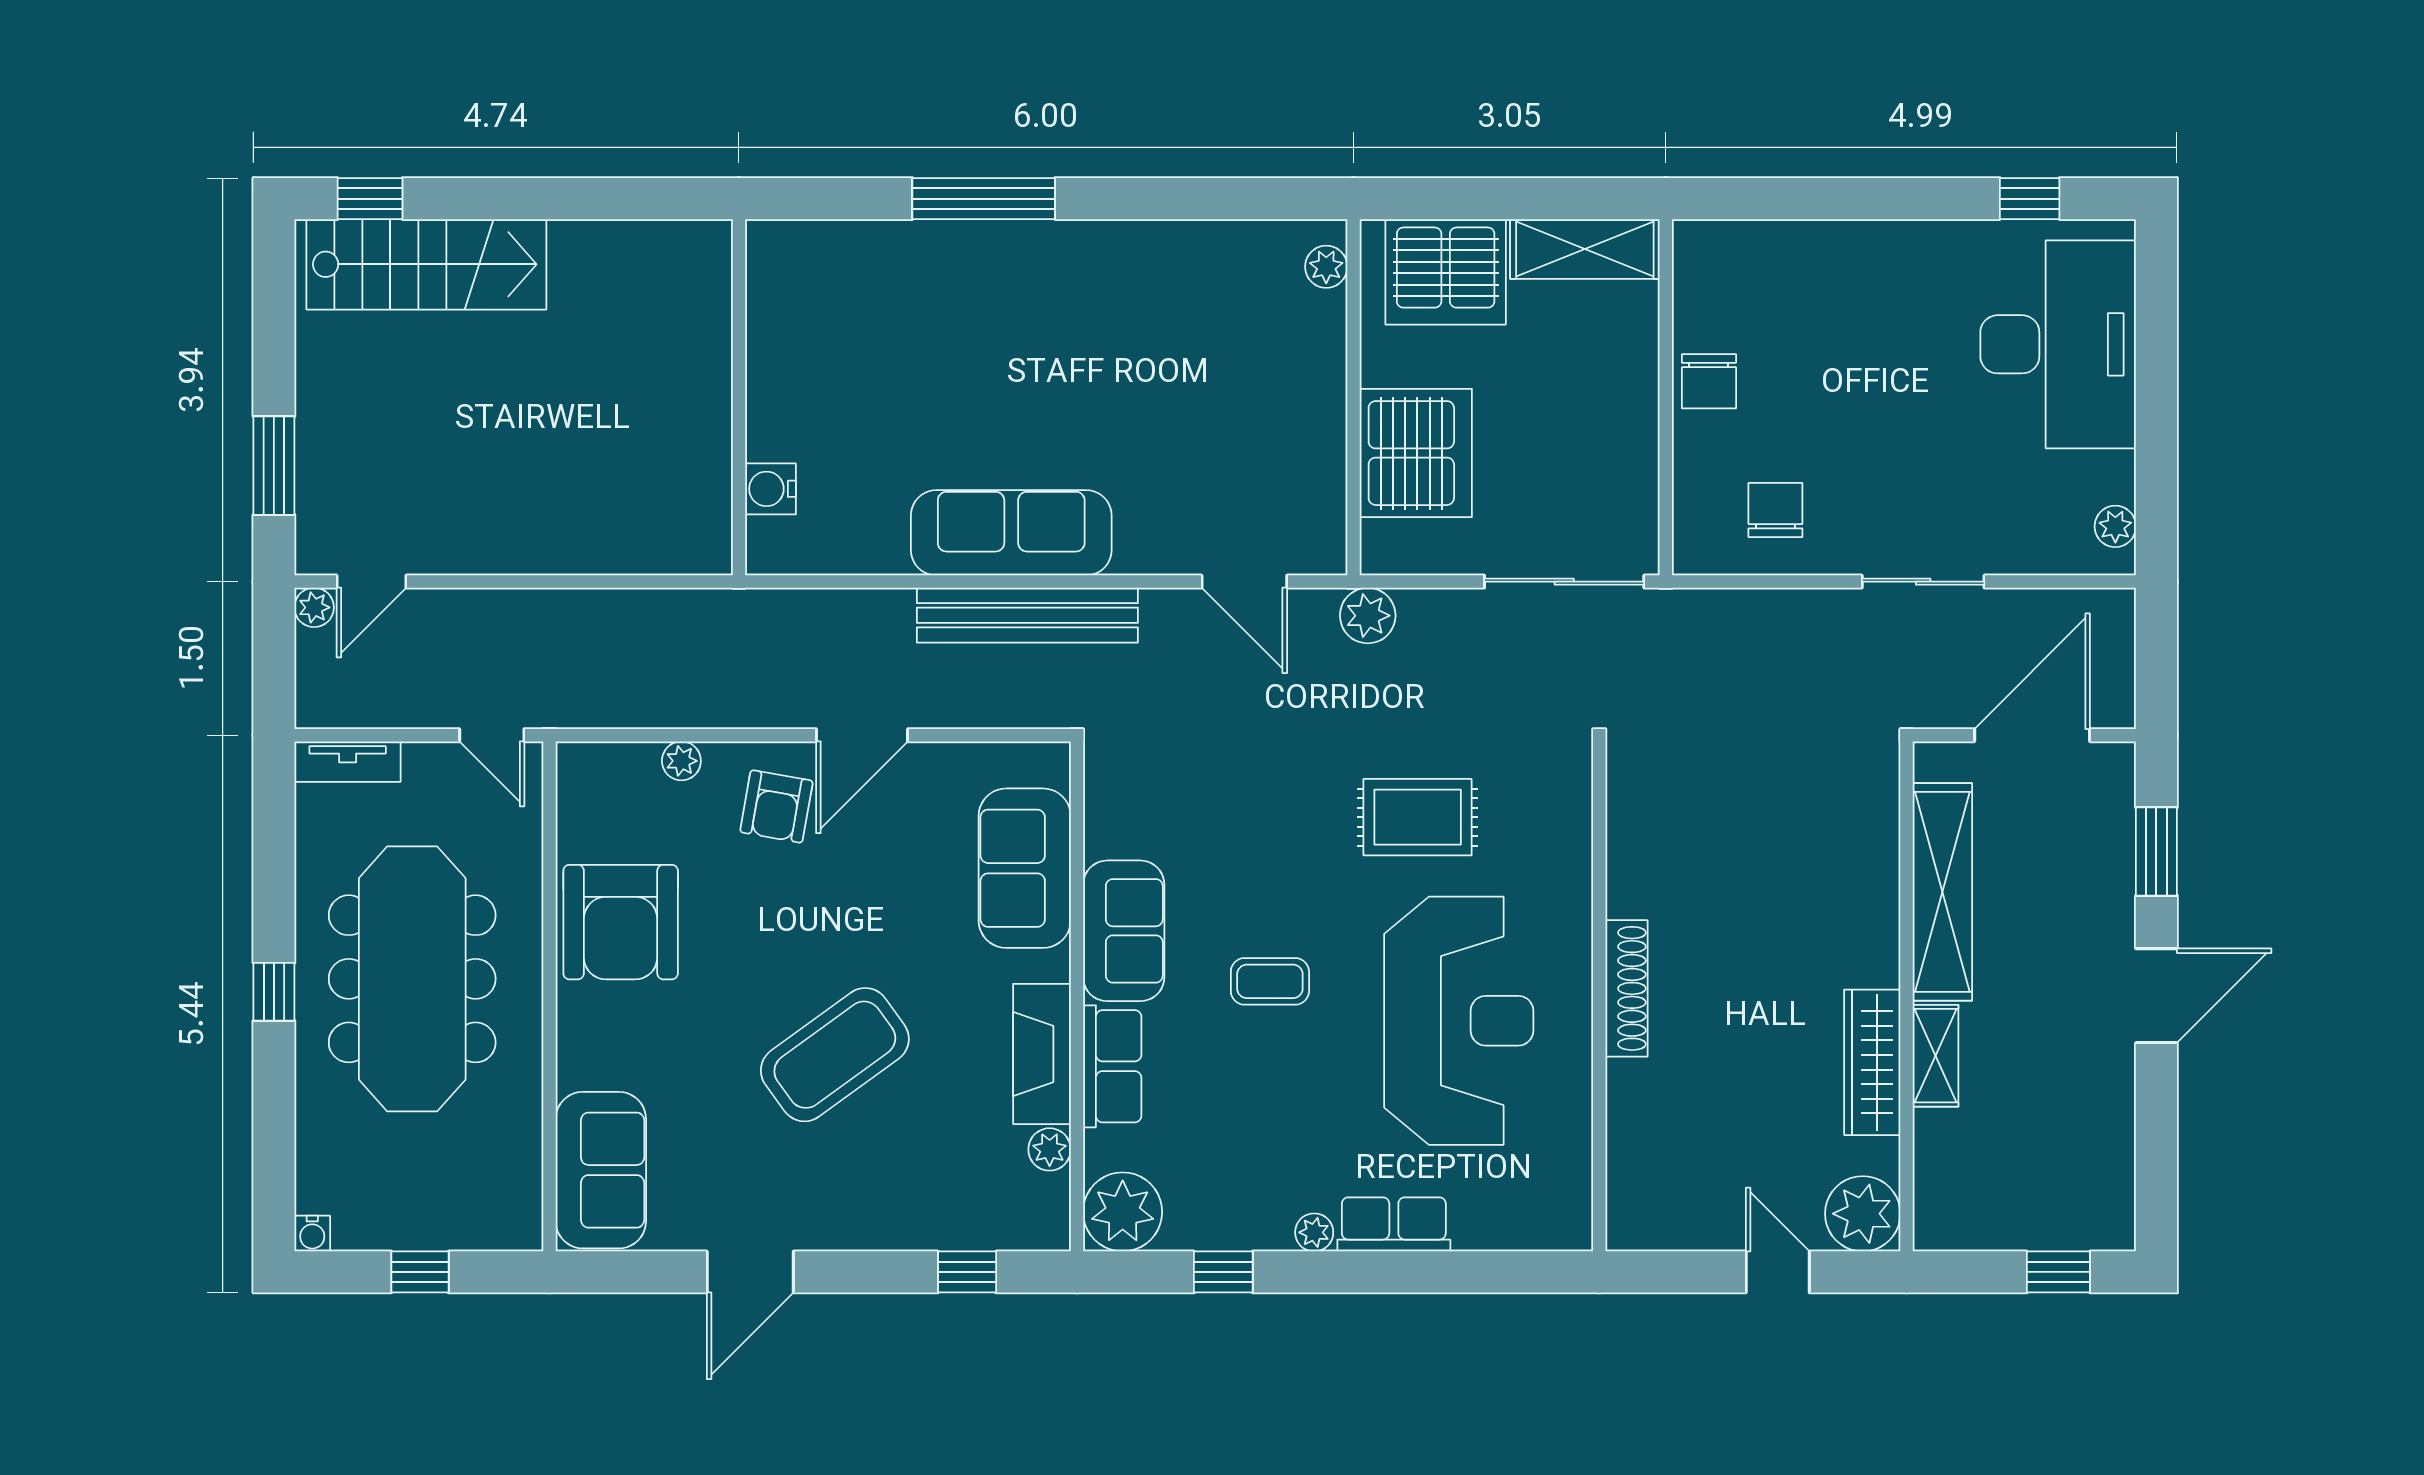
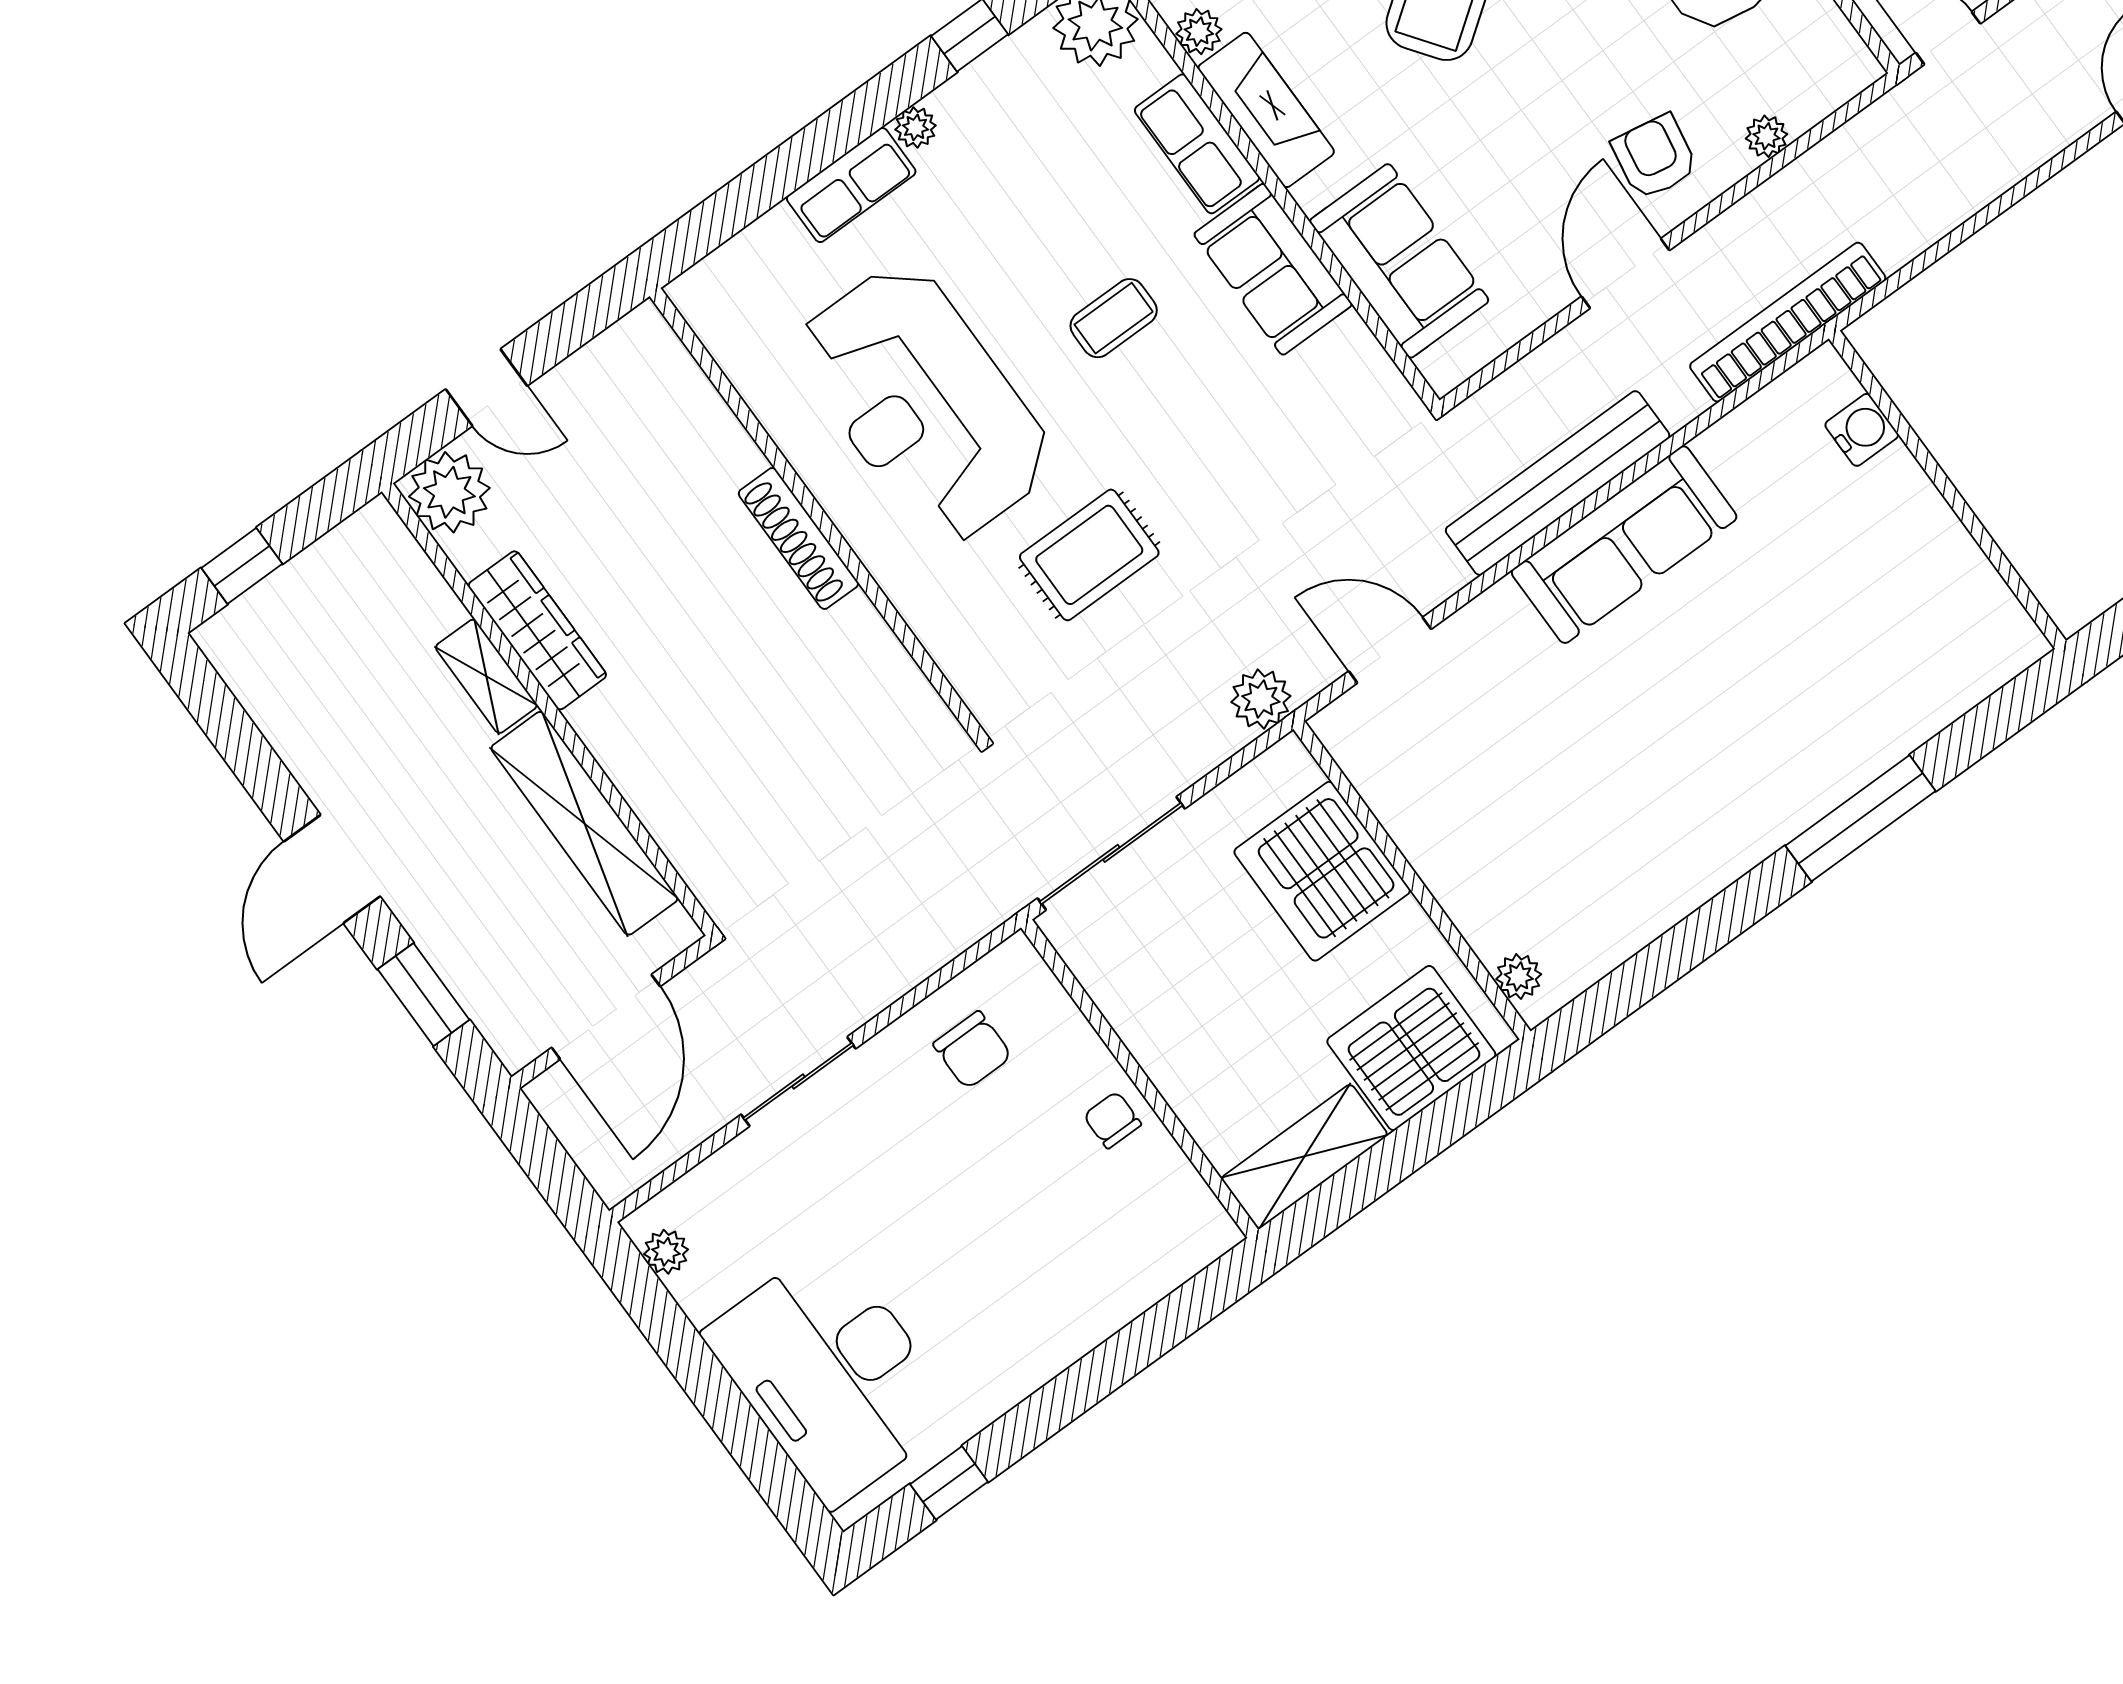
chair: (1709, 381) -> (1112, 1120), width x0.73, depth x0.73
bookcase: (767, 610) -> (1788, 322), added

